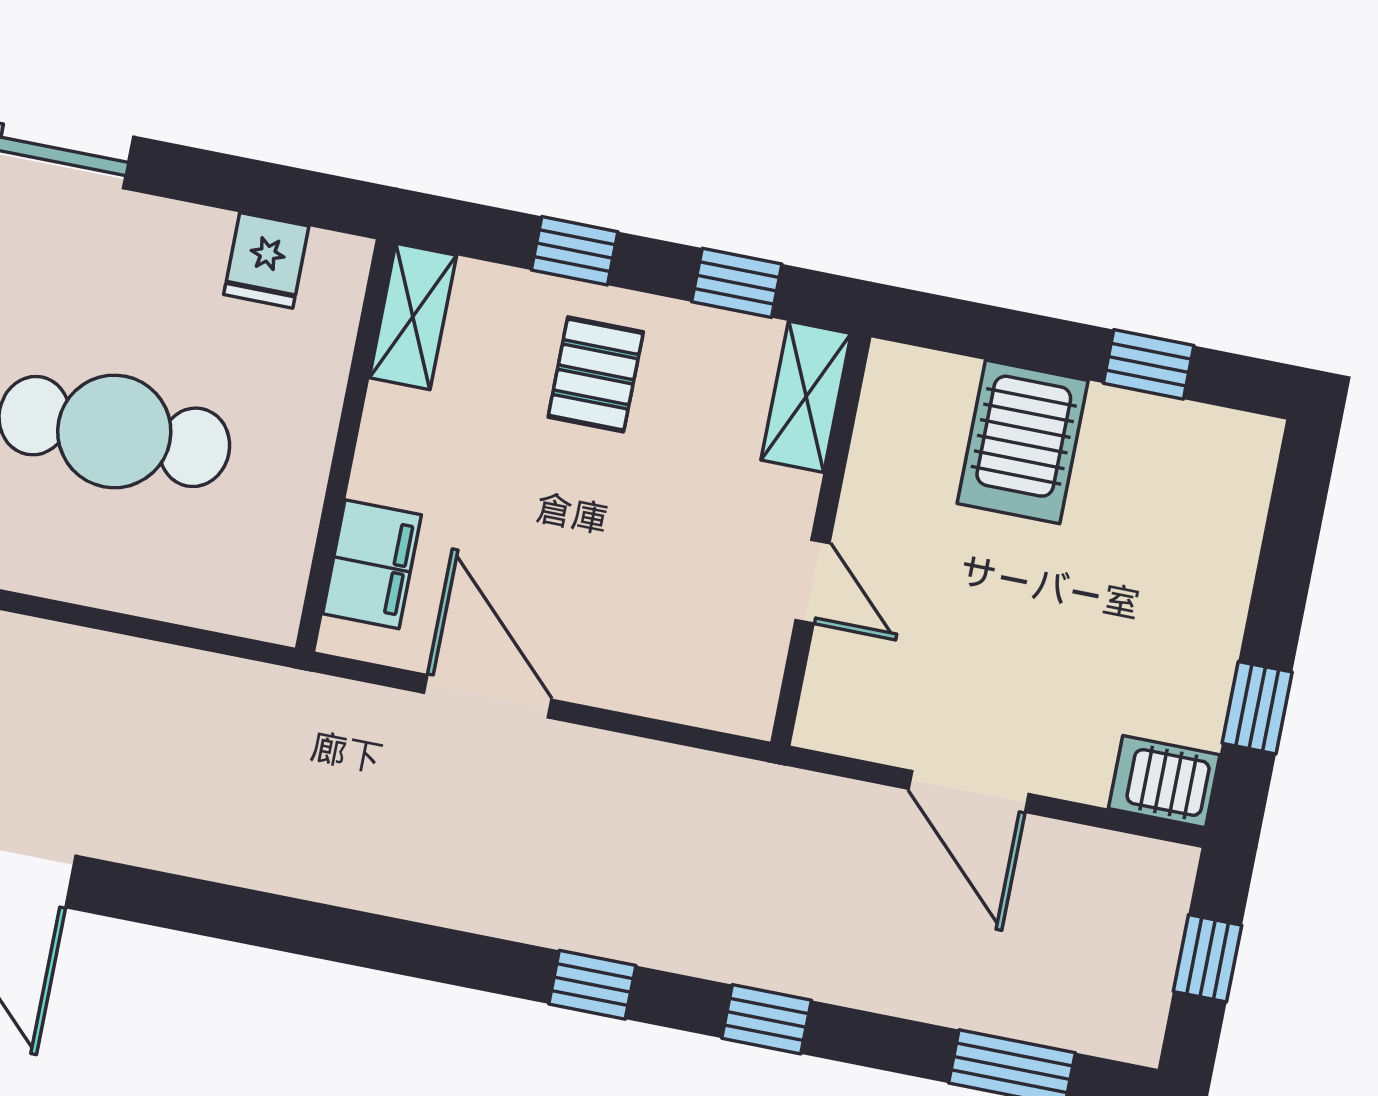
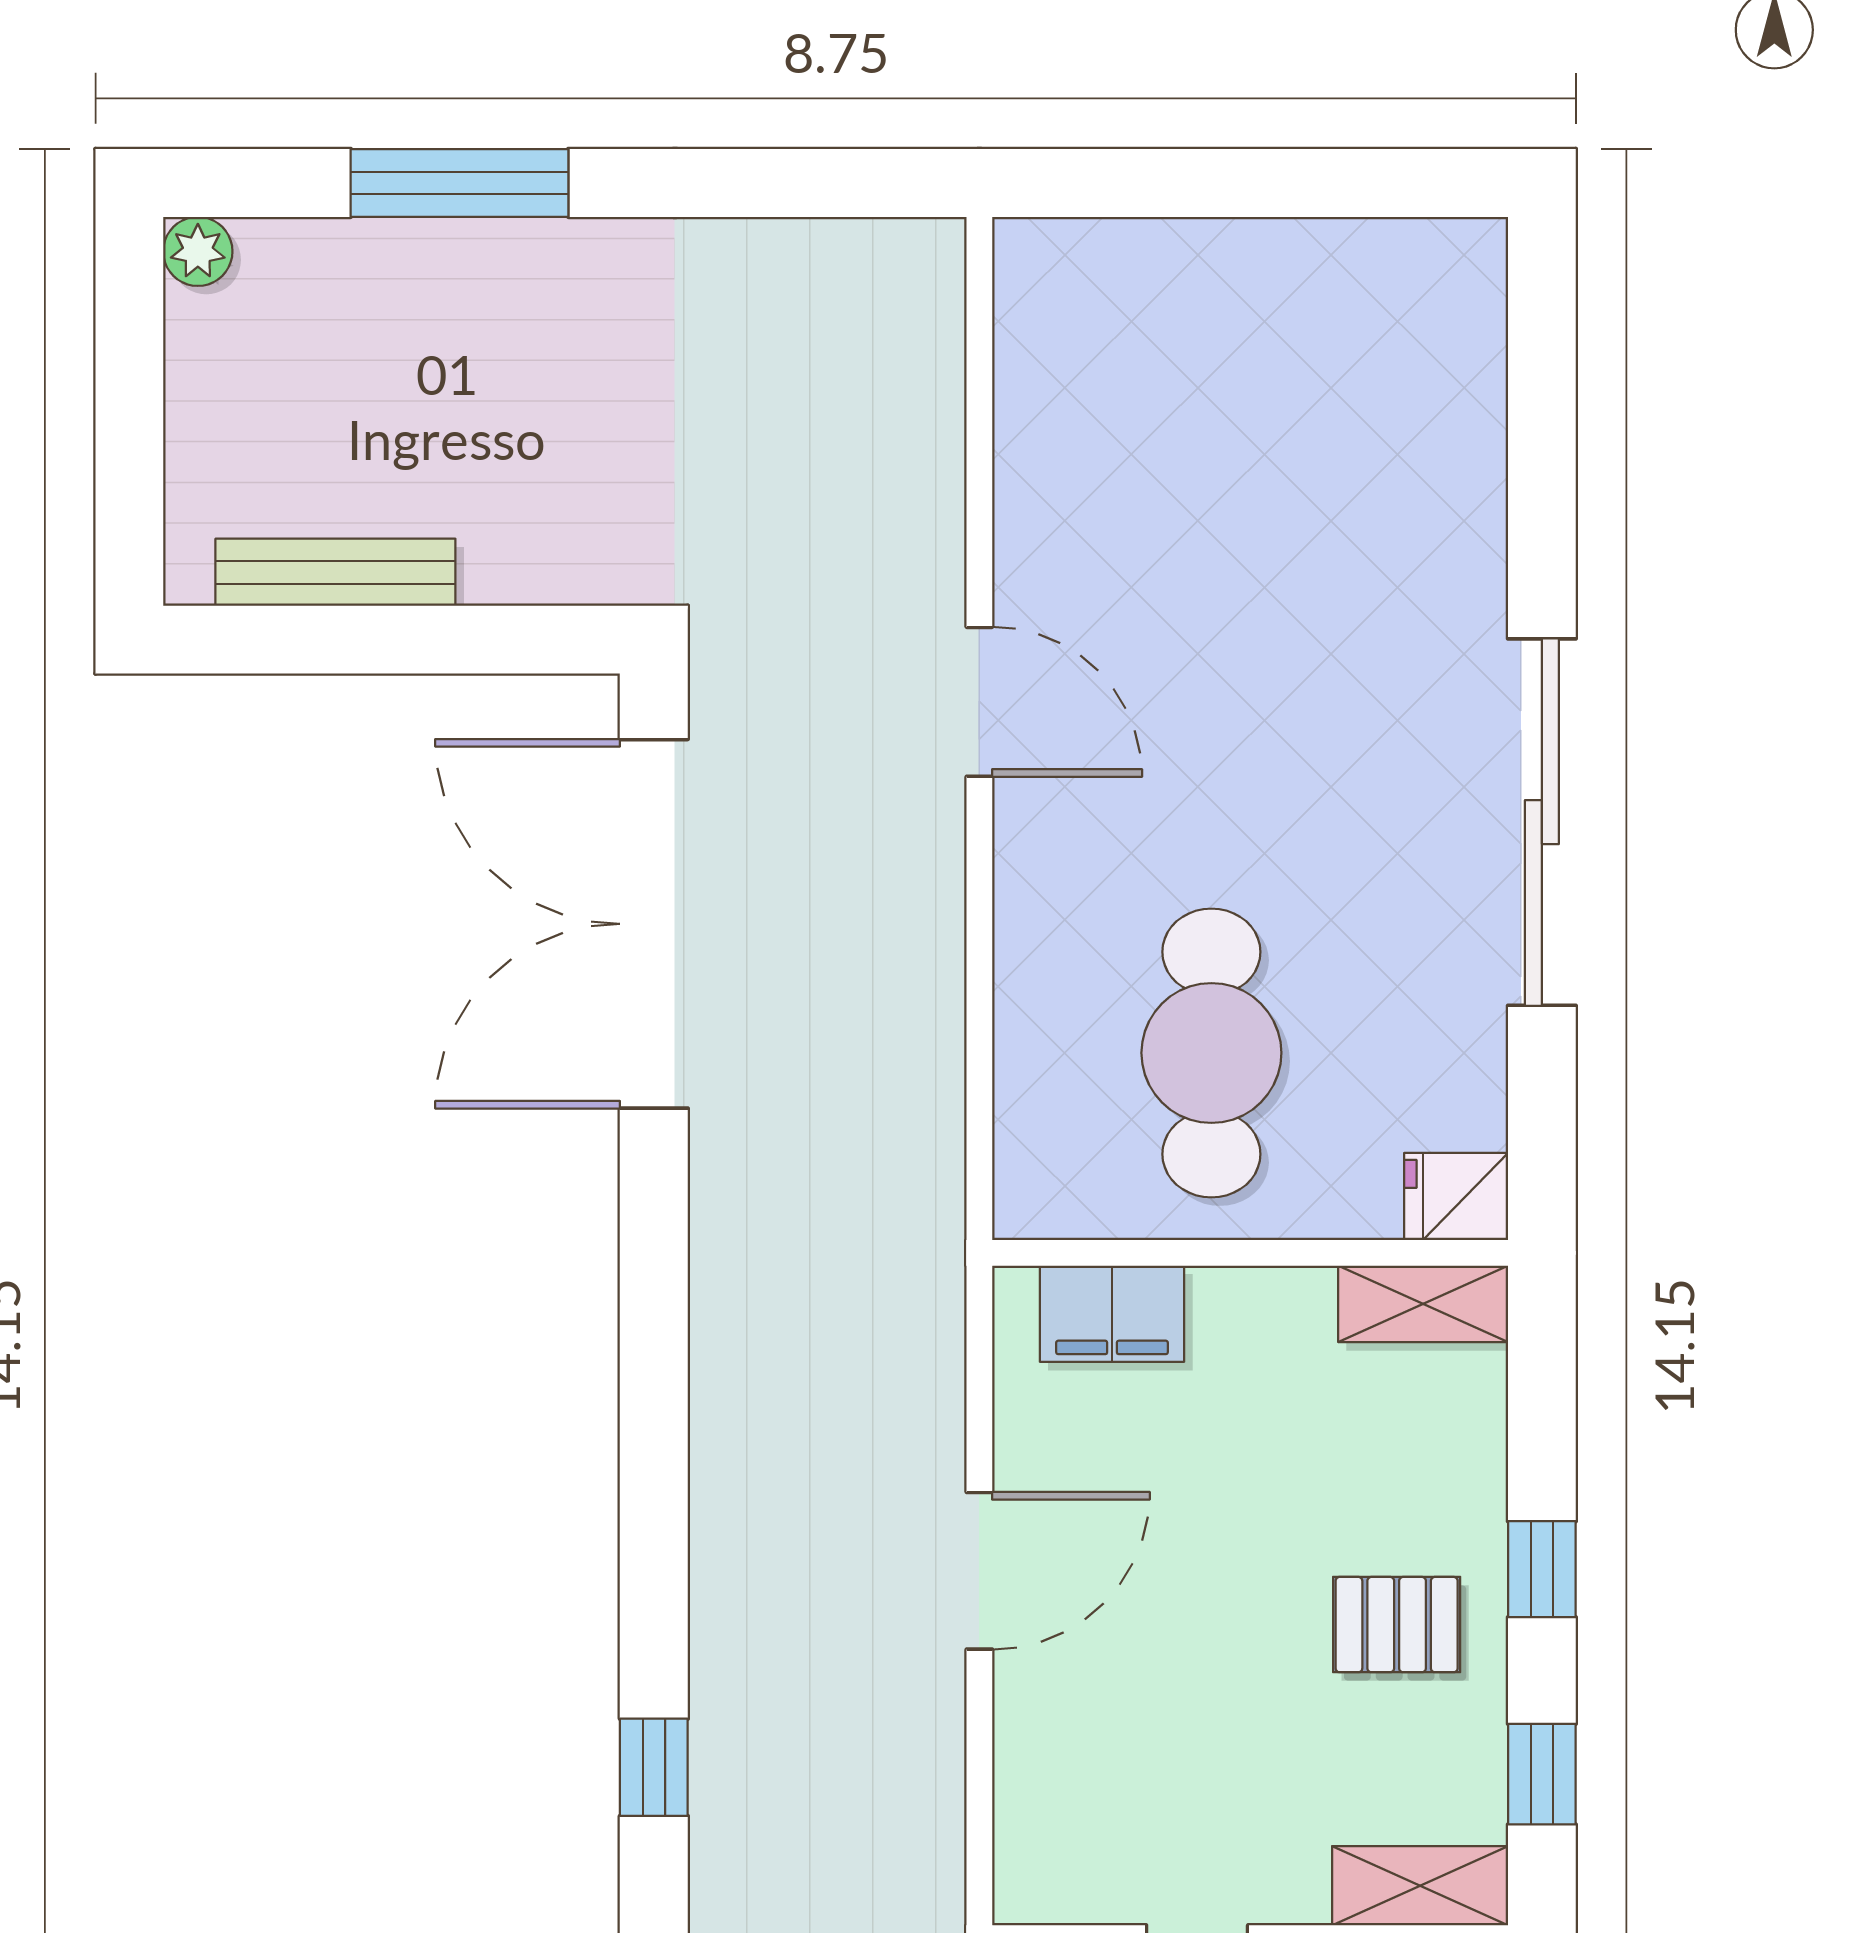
shelving: (413, 317) -> (1423, 1304), moved
wall: (346, 445) -> (1250, 1253), moved
filing cabinet: (372, 564) -> (1112, 1314), moved

